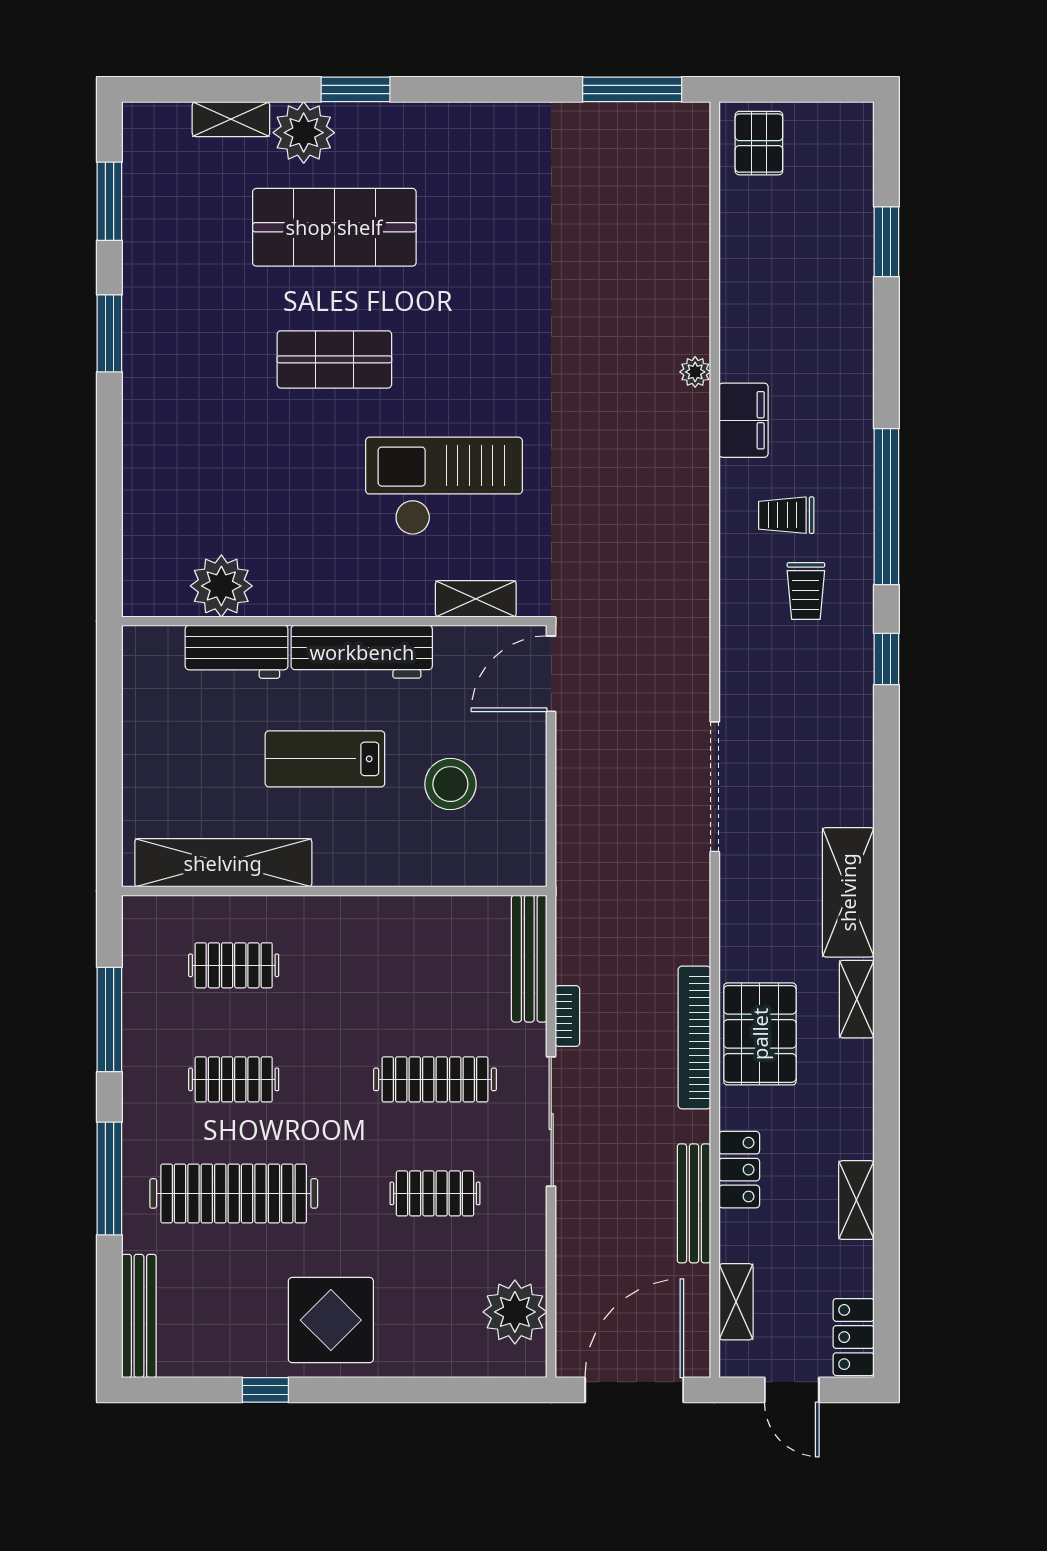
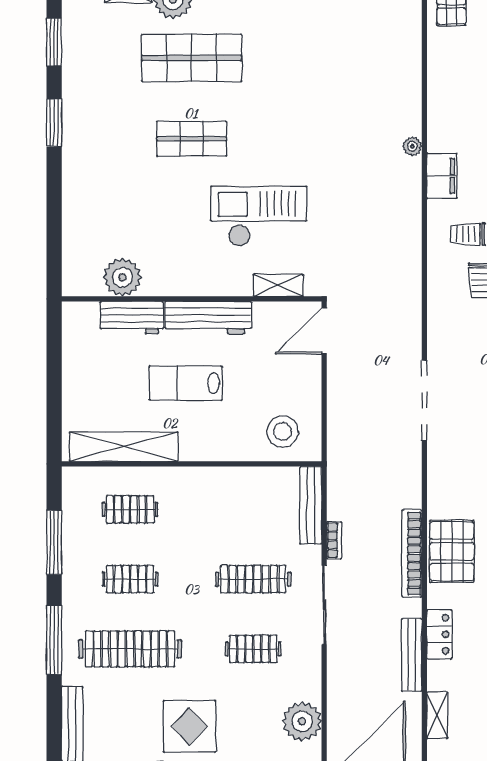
stool: (450, 784) -> (283, 432), moved

